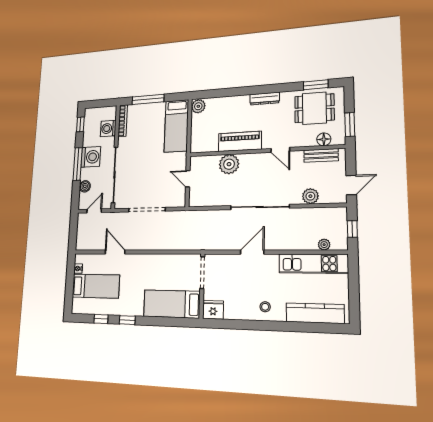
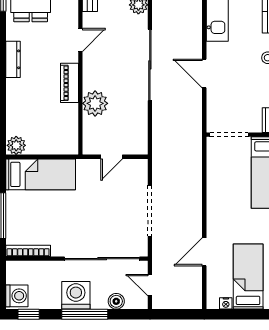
washing machine: (108, 128) -> (17, 296), moved, turned -90
piano: (240, 141) -> (69, 83), width x0.73, depth x0.75

